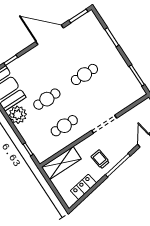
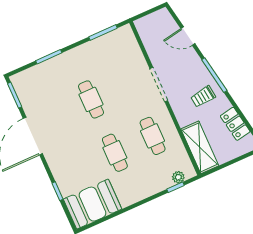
plant: (18, 115) -> (178, 177), moved, width x0.53, depth x0.53

